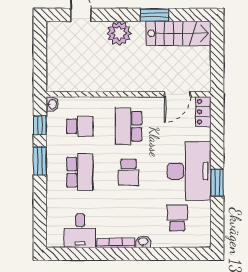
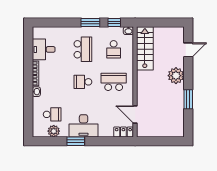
stairs: (179, 33) -> (145, 48), moved, turned 180
desk: (189, 171) -> (84, 126), width x0.73, depth x0.77
school desk: (80, 172) -> (83, 49), turned -90
plant: (202, 216) -> (54, 131), added

